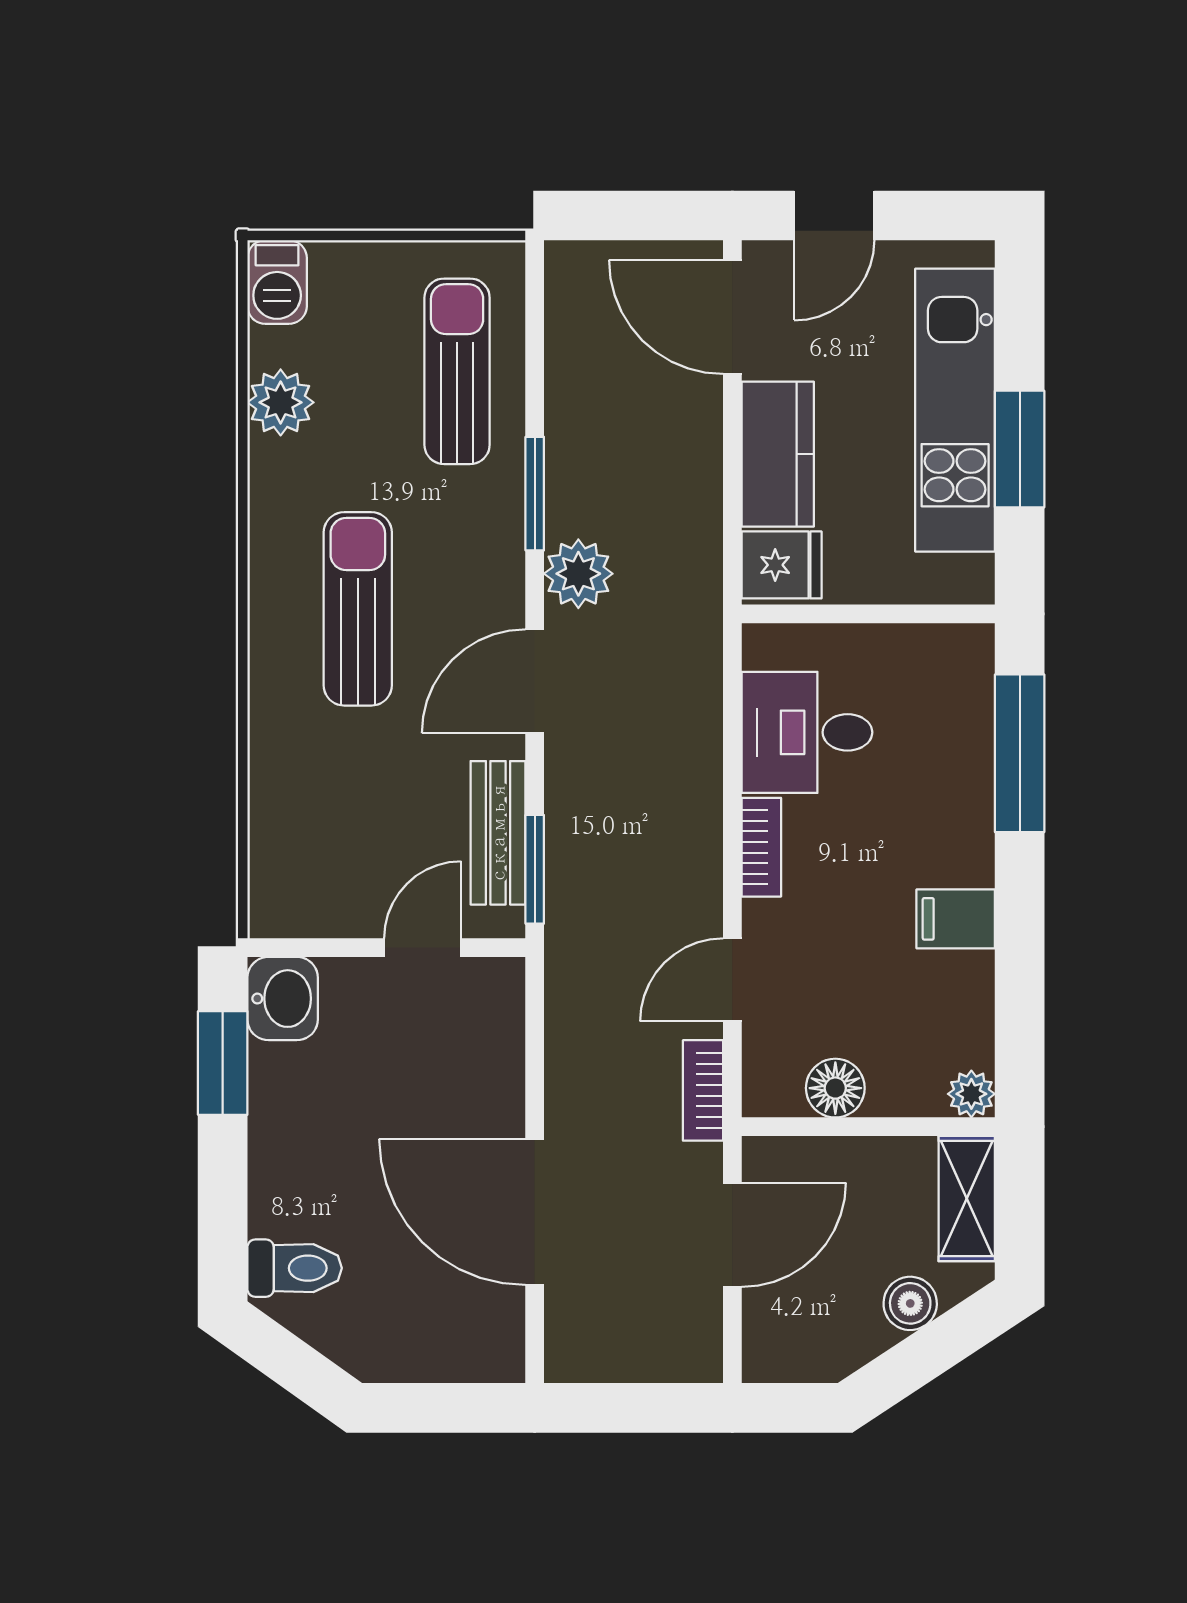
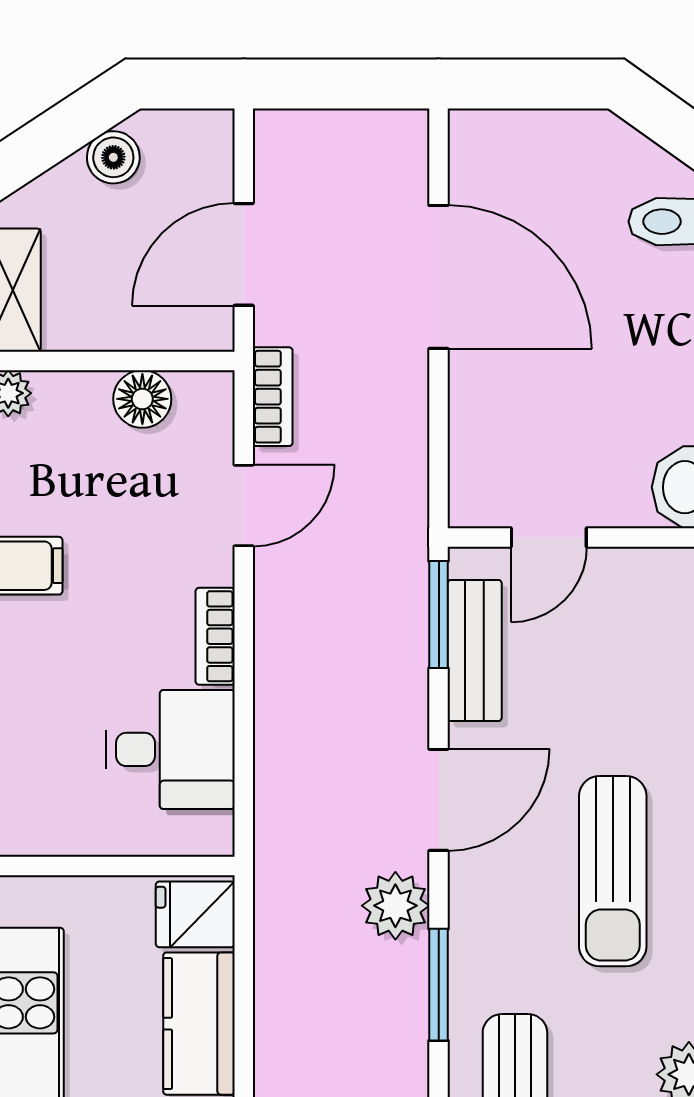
boiler: (910, 1303) -> (113, 157), moved

